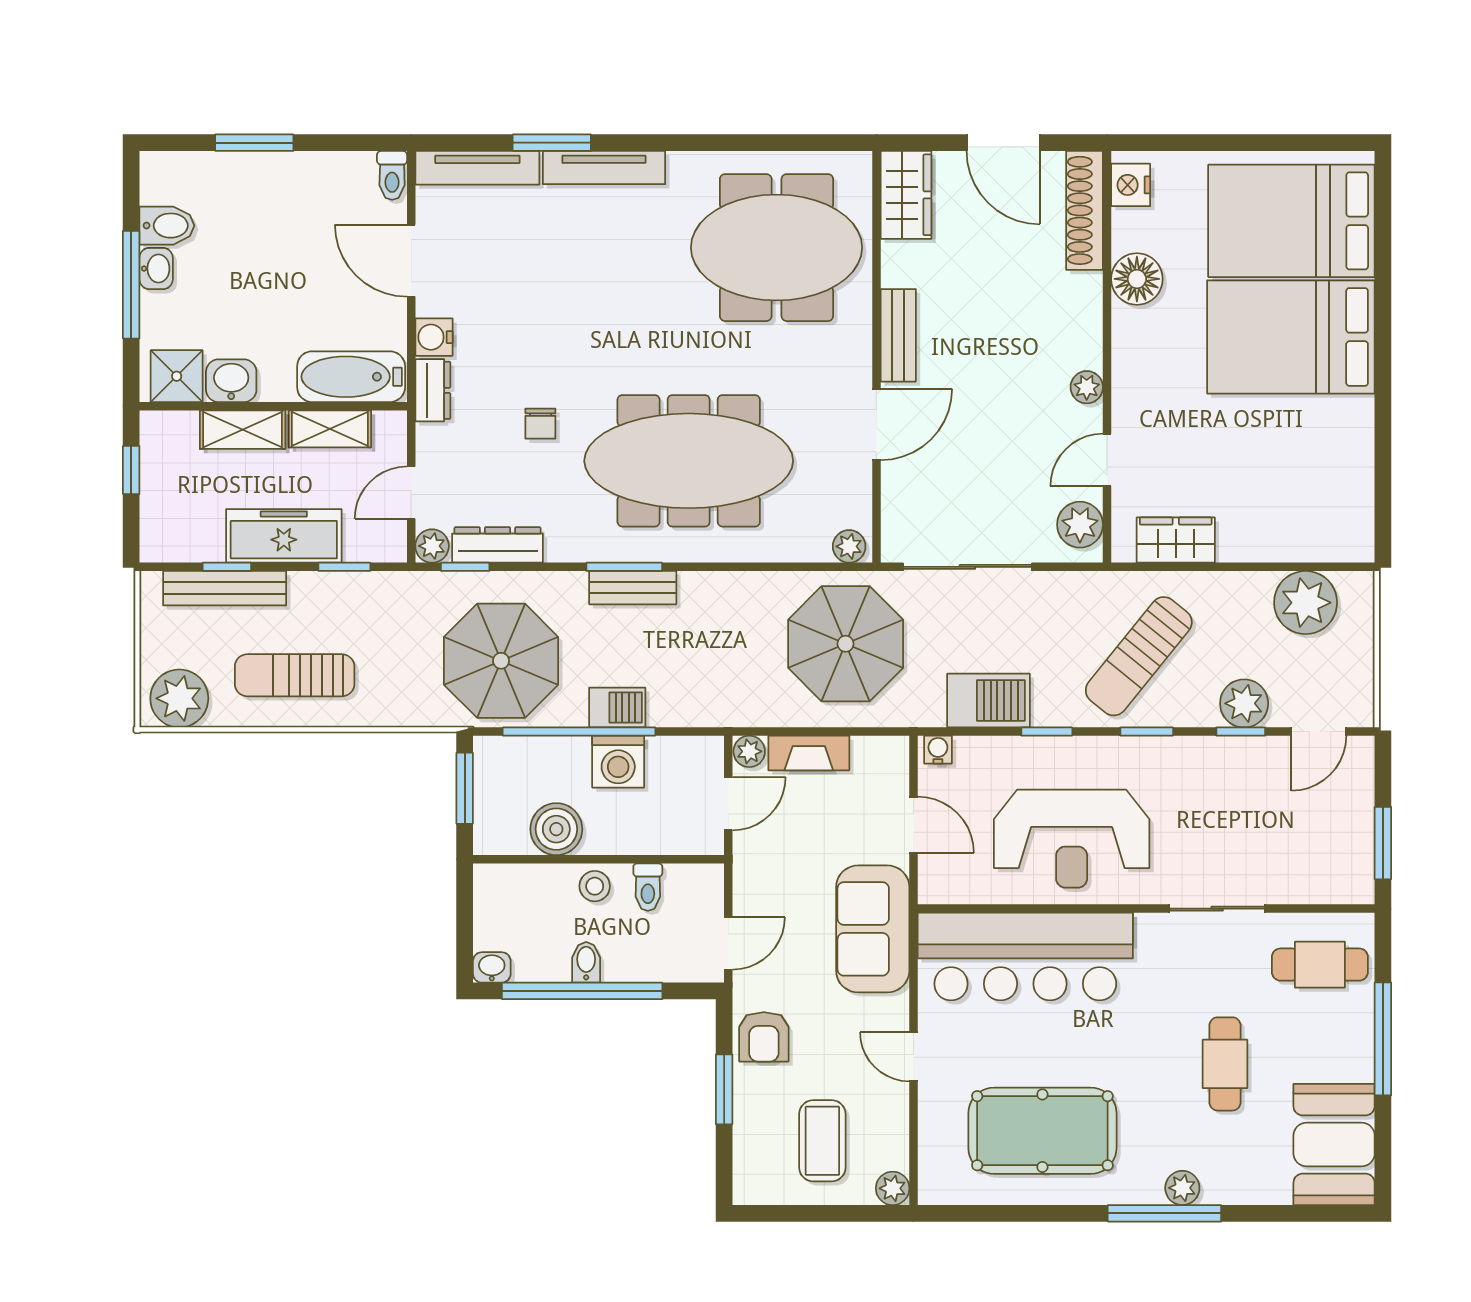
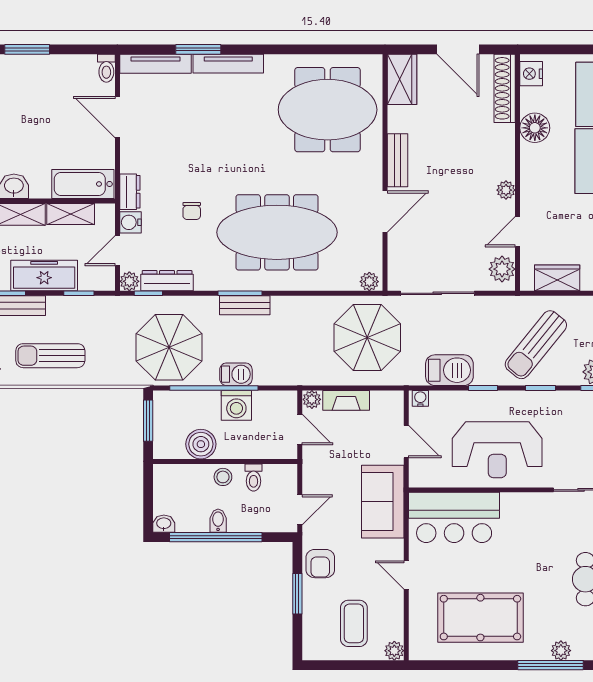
water cooler: (434, 337) -> (130, 222), moved
door: (728, 804) -> (300, 430), hinge flipped
bar counter: (1025, 957) -> (454, 517), width x0.73

